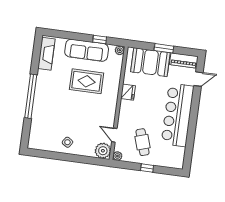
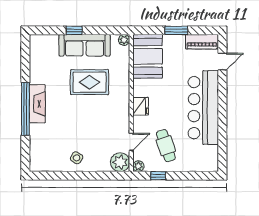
window: (100, 40) -> (74, 30), moved
fireplace: (46, 54) -> (37, 104), moved
booth: (150, 62) -> (148, 56), moved, turned 90
fridge: (128, 92) -> (141, 106), moved
door: (114, 135) -> (131, 142), swing flipped
window: (147, 168) -> (158, 176), moved

